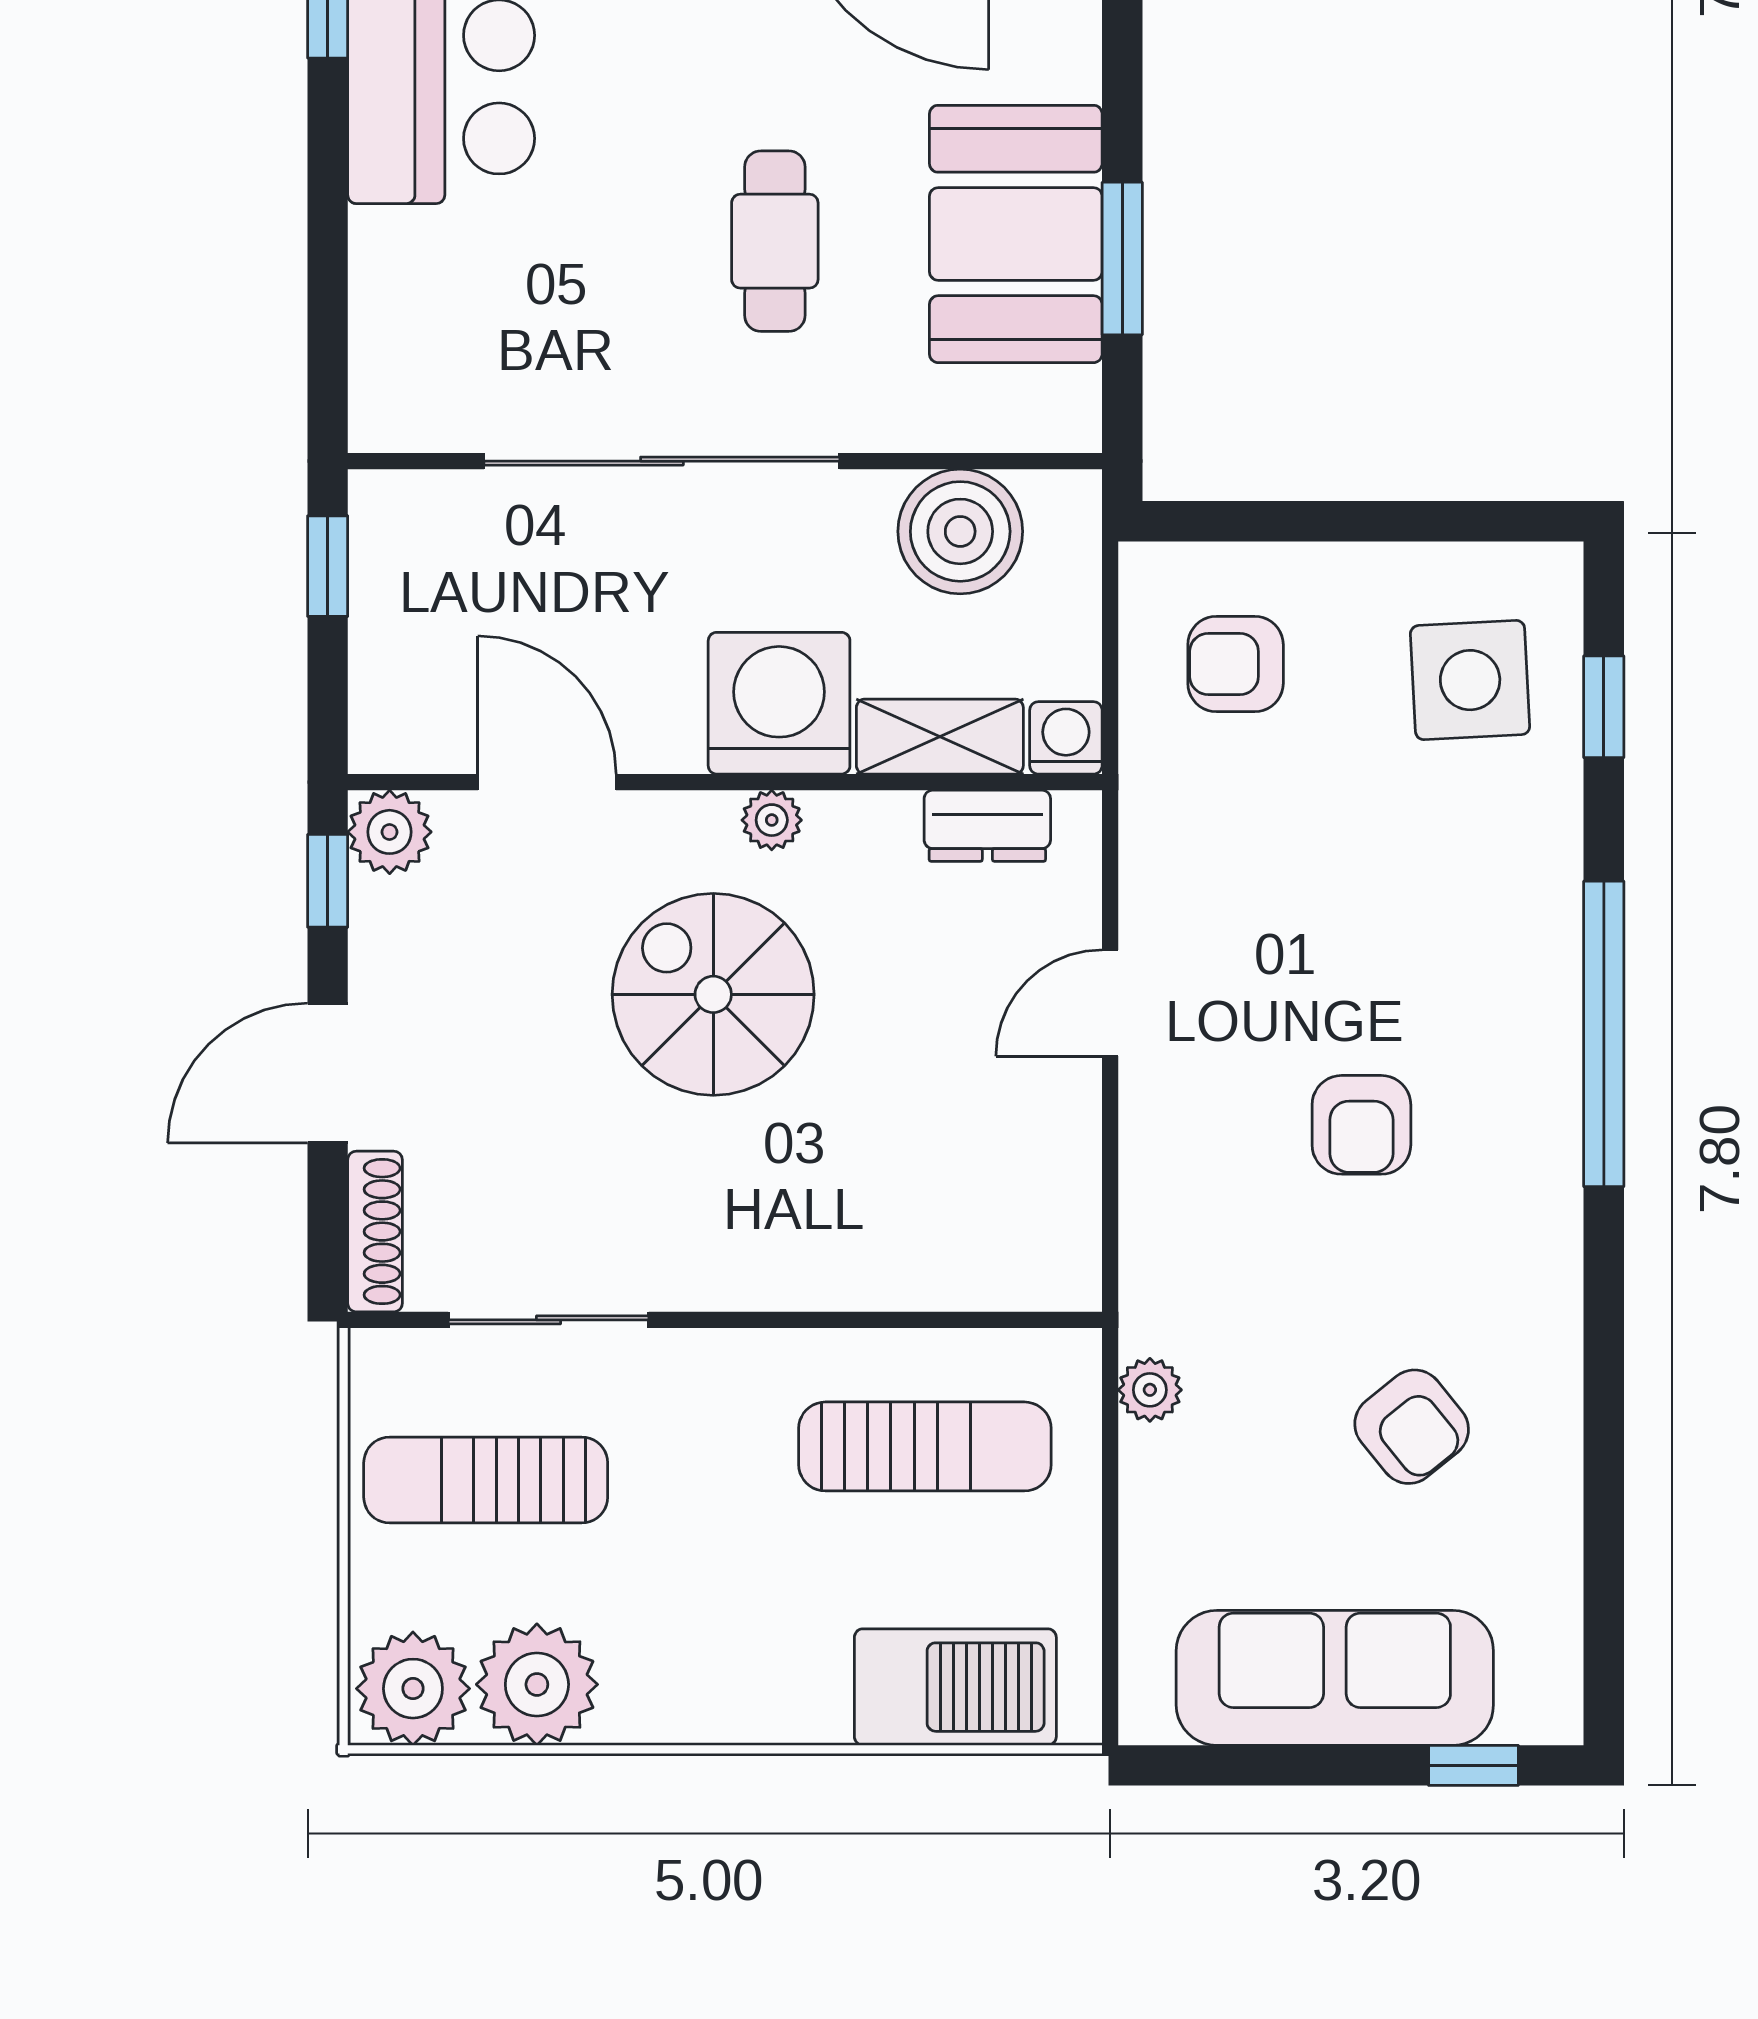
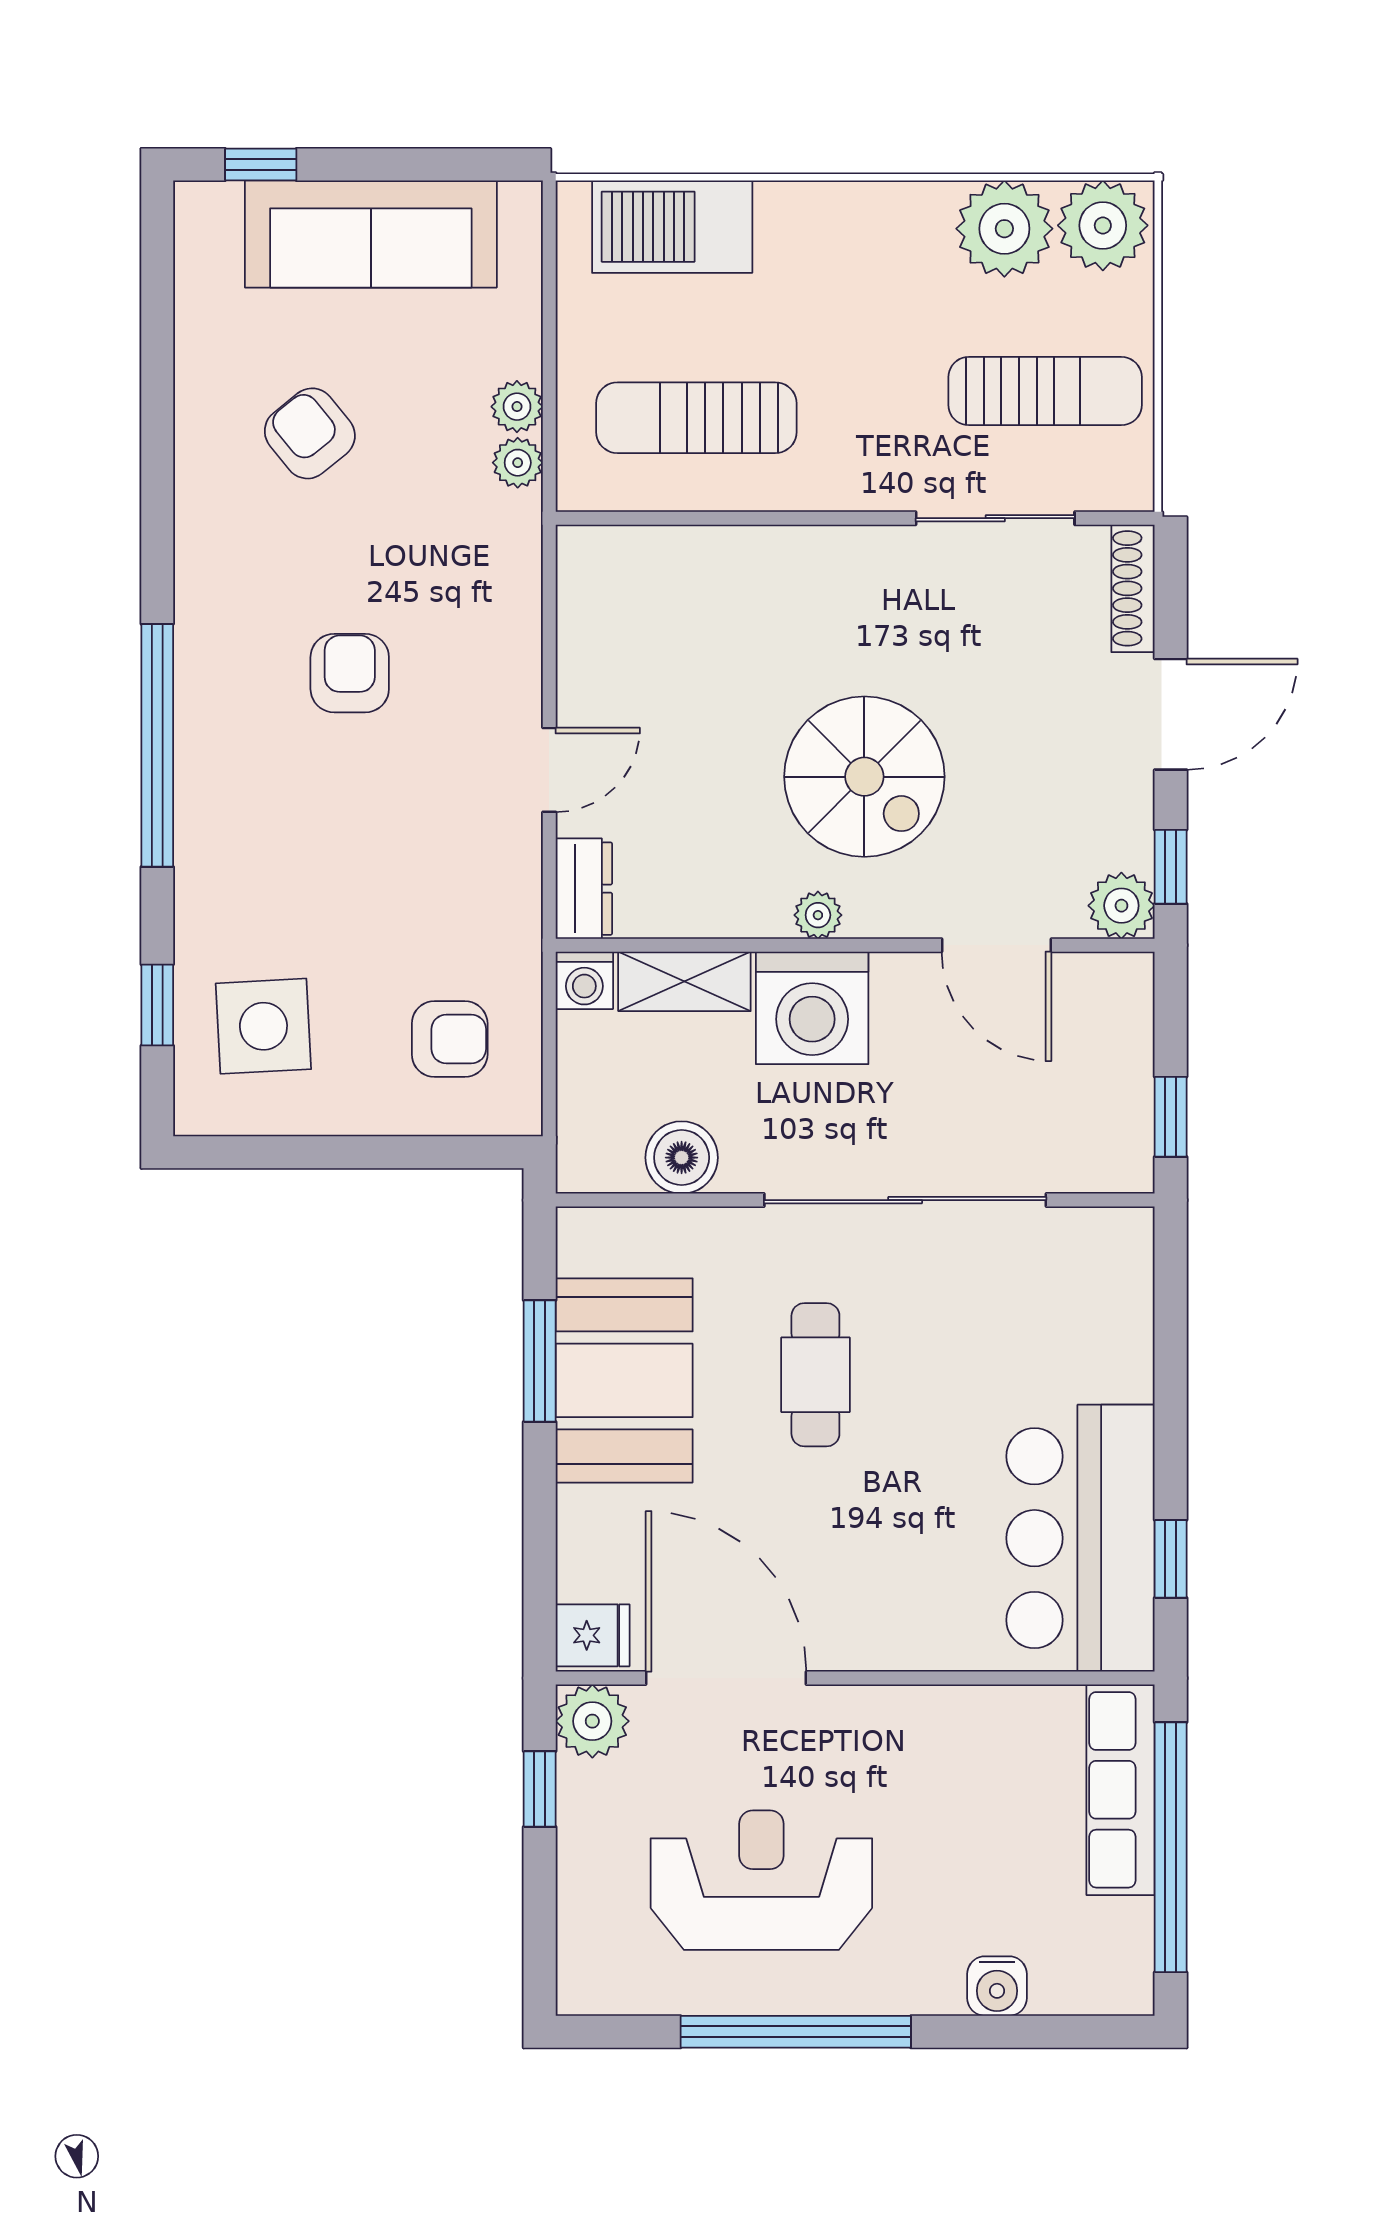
boiler: (960, 531) -> (682, 1158), width x0.73, depth x0.73
dresser: (987, 826) -> (584, 889), moved, turned 90
plant: (1151, 1461) -> (517, 407), added

